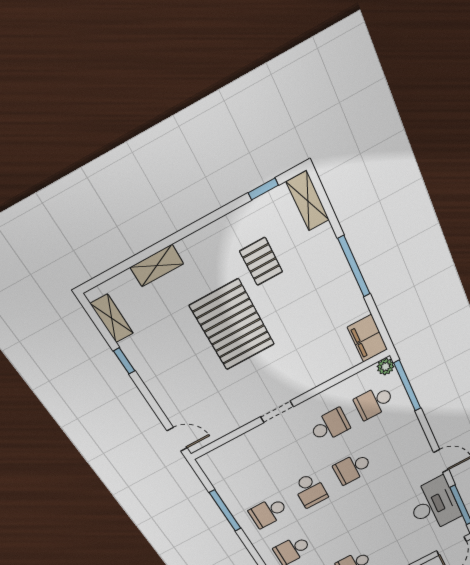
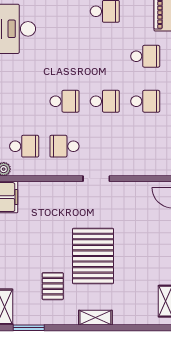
window: (263, 189) -> (29, 328), width x1.50
shelving: (157, 266) -> (95, 318), moved
school desk: (310, 490) -> (105, 101), turned 90

